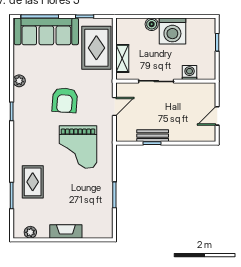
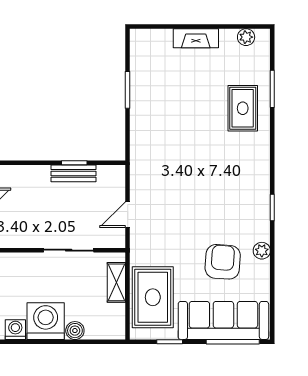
washing machine: (190, 73) -> (15, 330), moved, turned 180
armchair: (65, 100) -> (223, 262), moved
grand piano: (78, 147) -> (179, 157), removed

